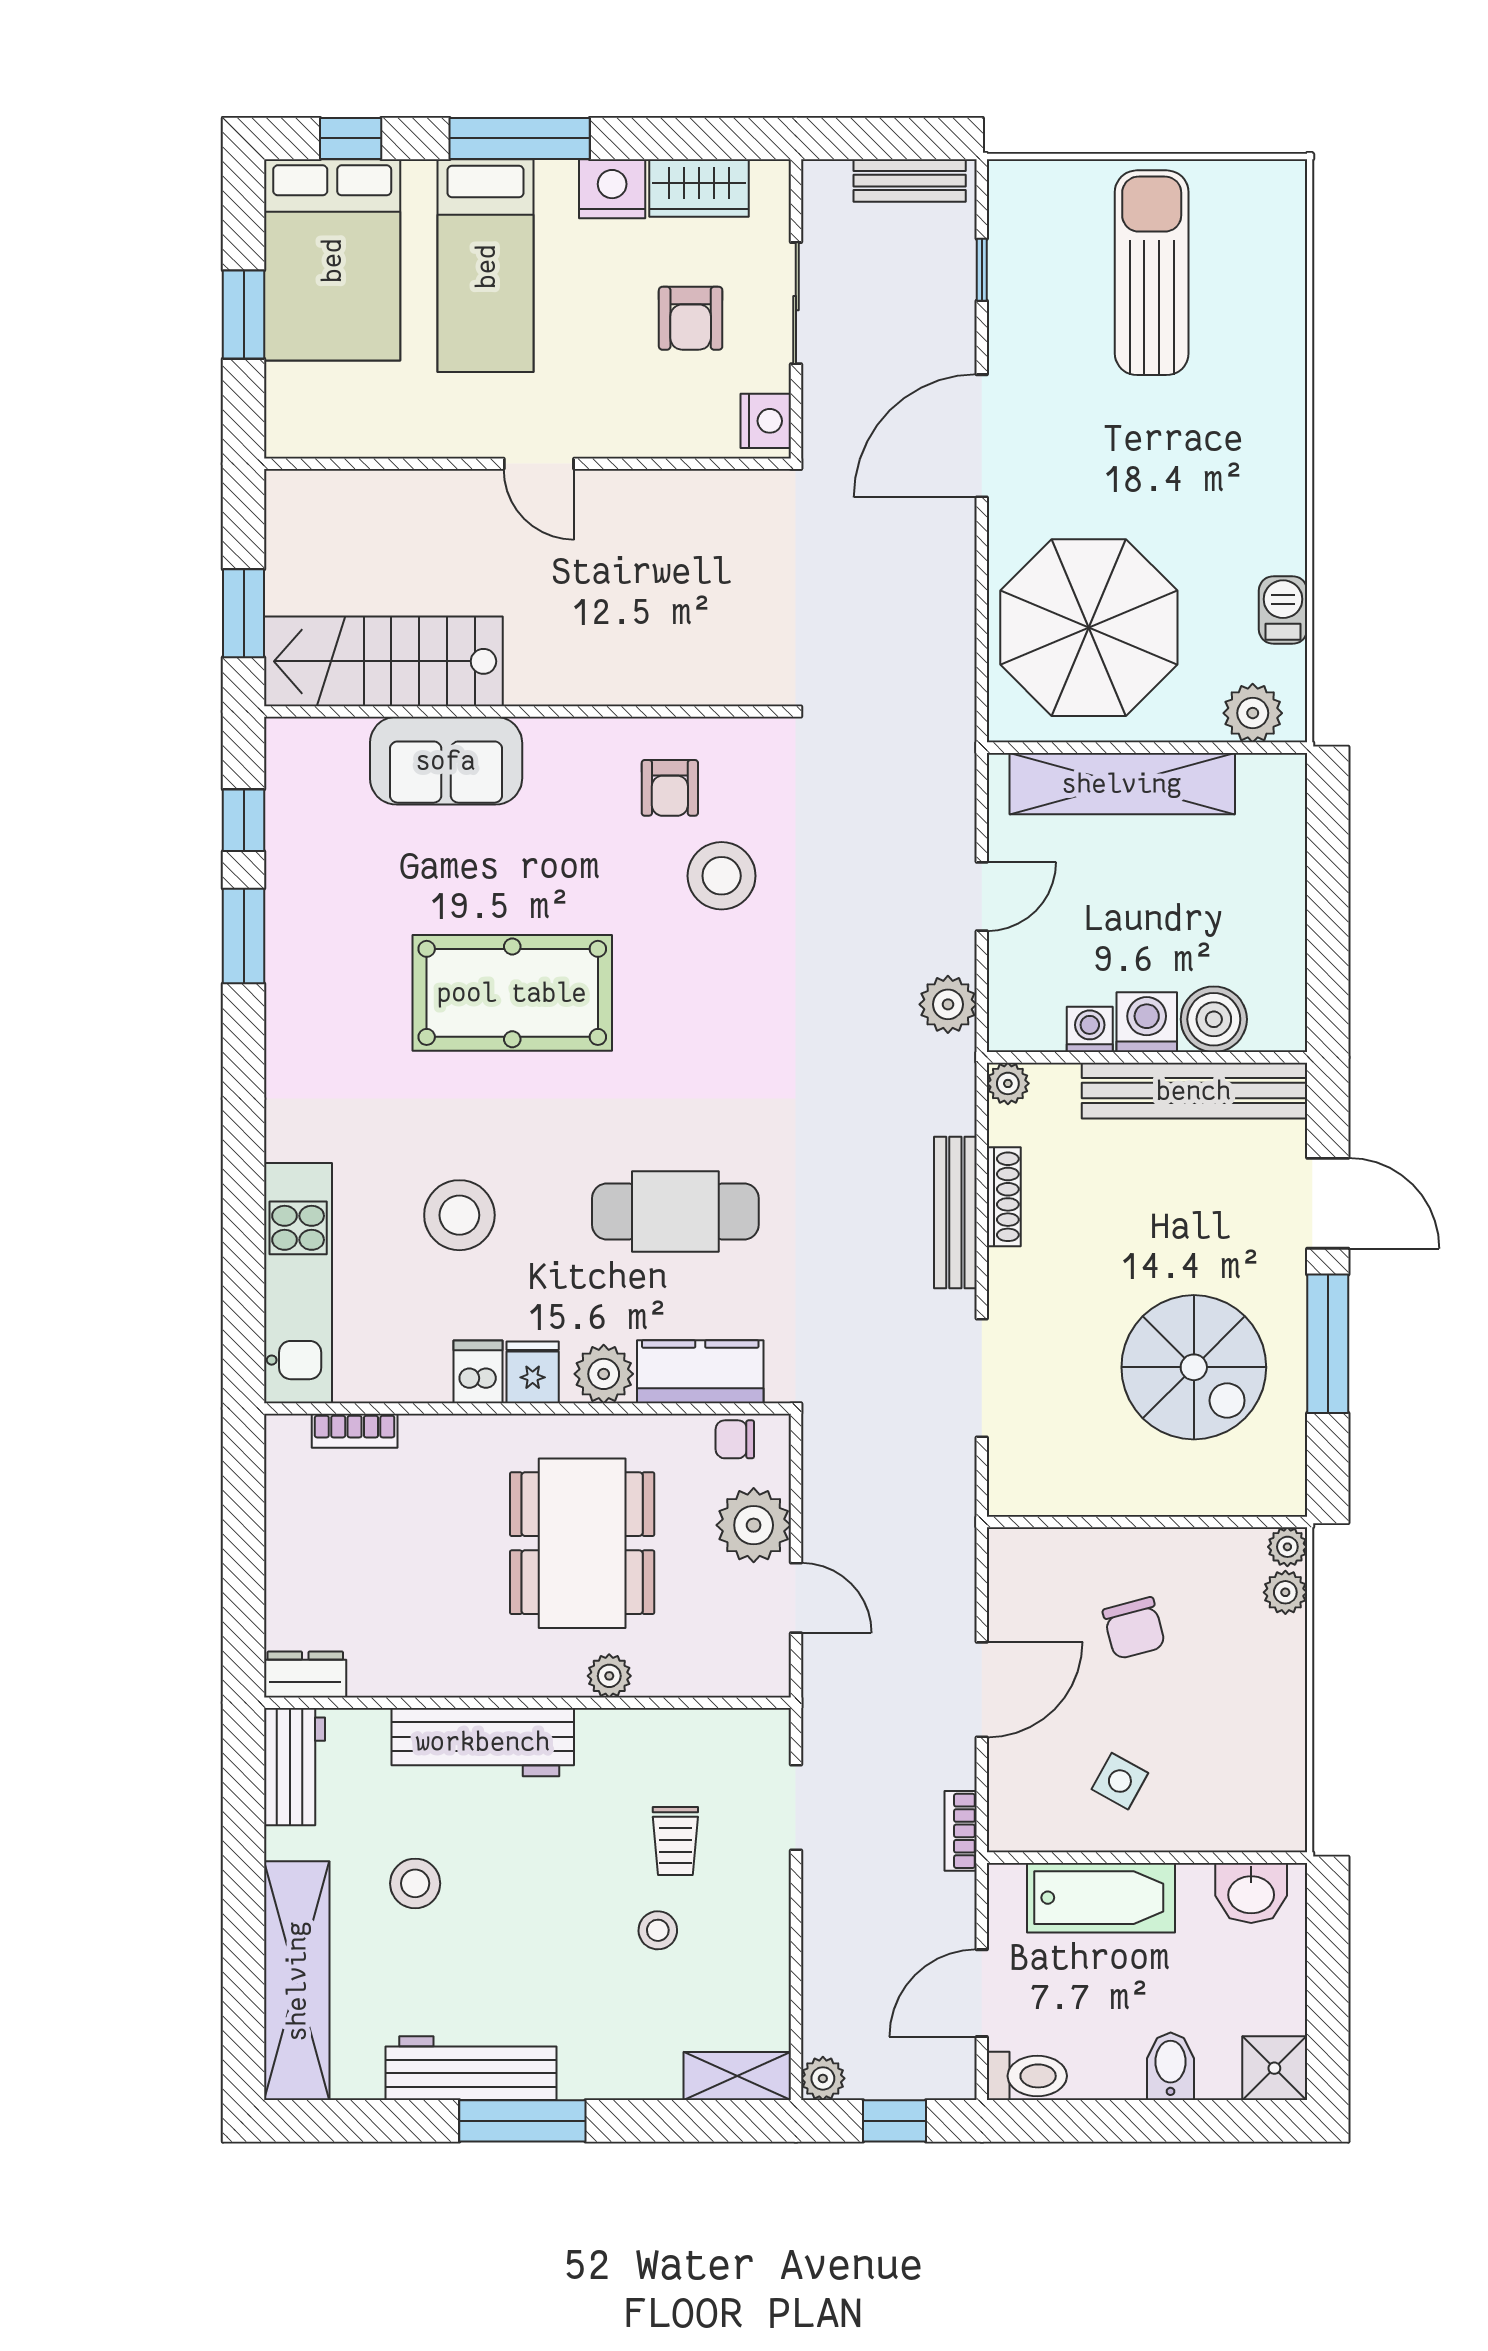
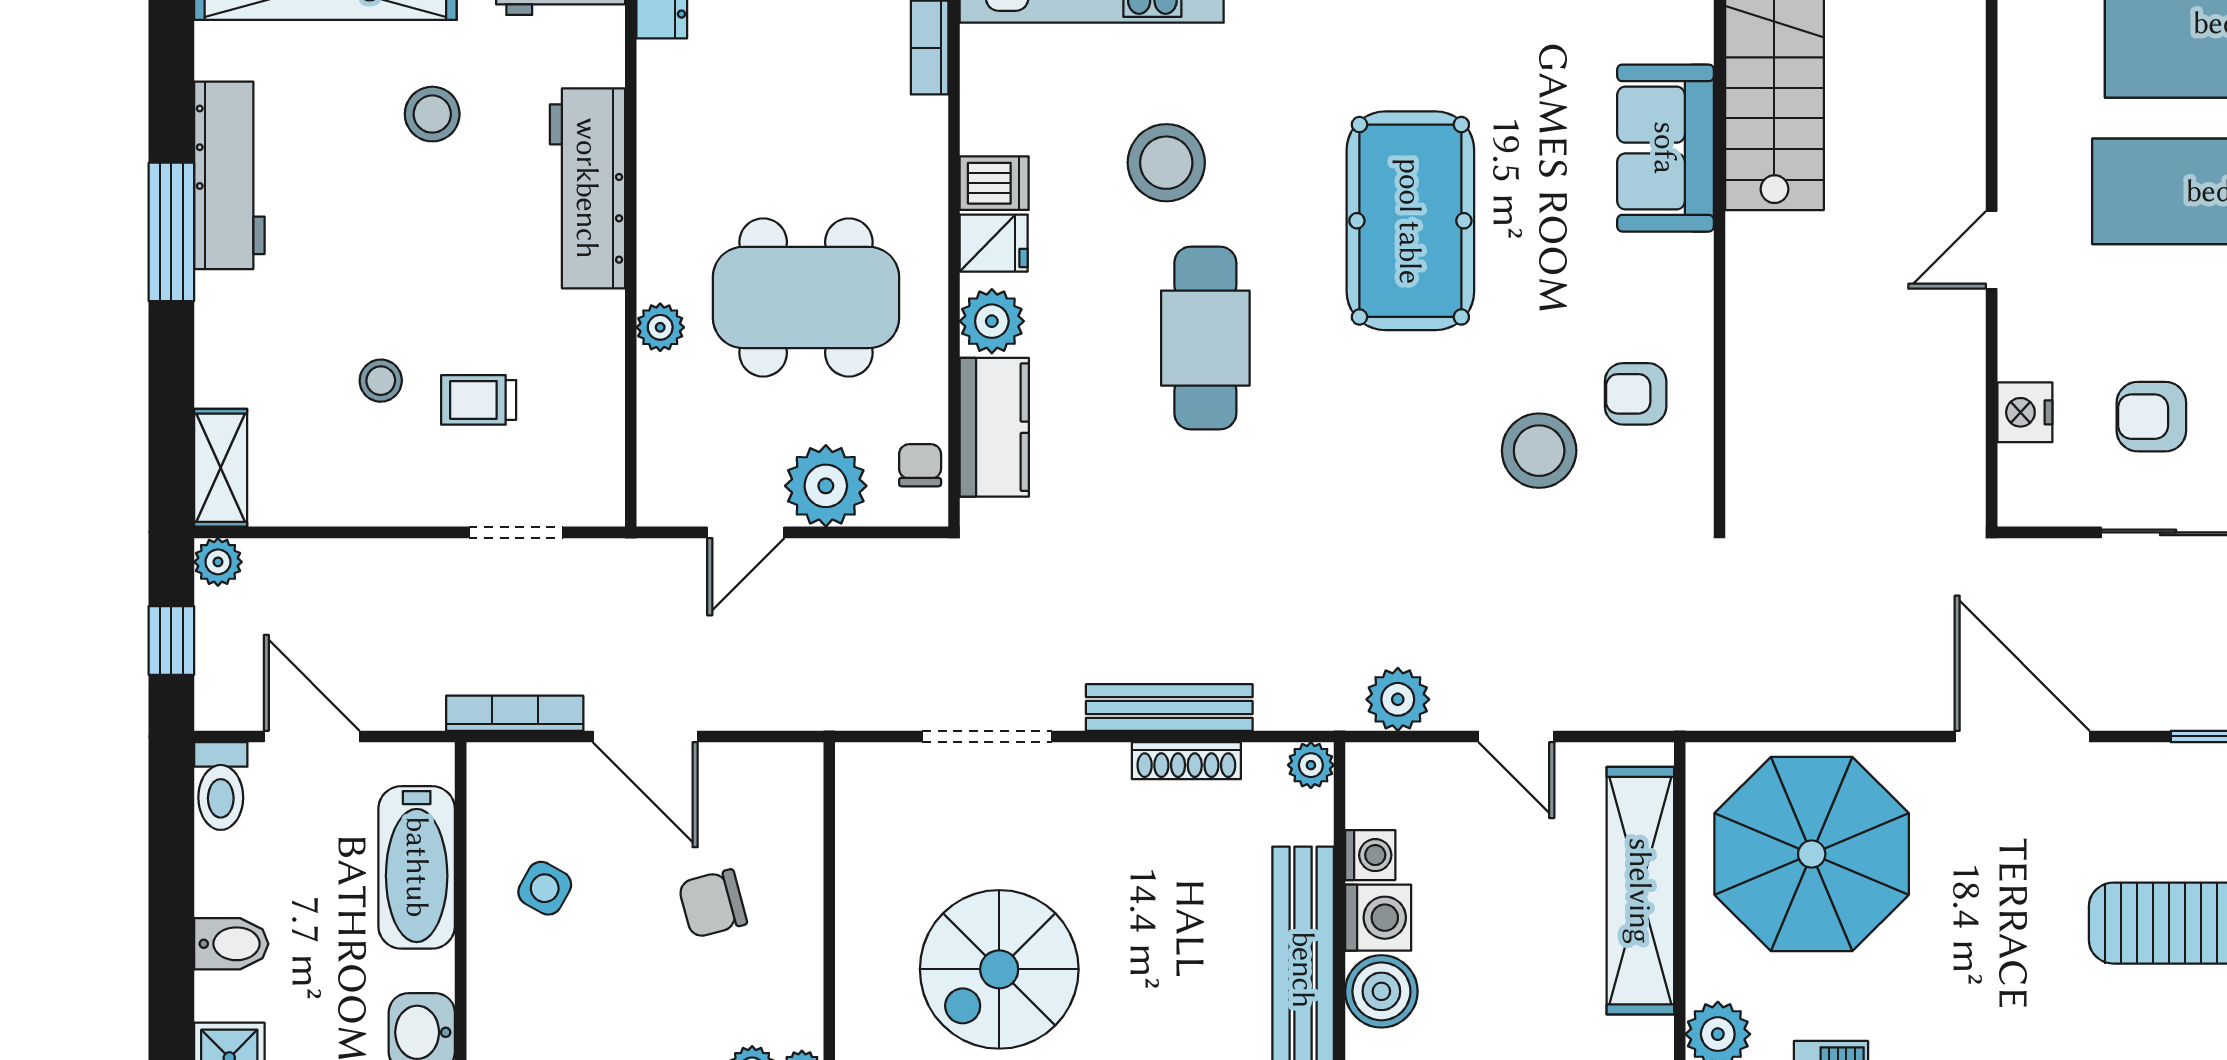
nightstand: (766, 421) -> (2025, 412), moved, turned 90
cafe table: (675, 1212) -> (1205, 338), moved
bookcase: (961, 1831) -> (515, 713), width x1.56

